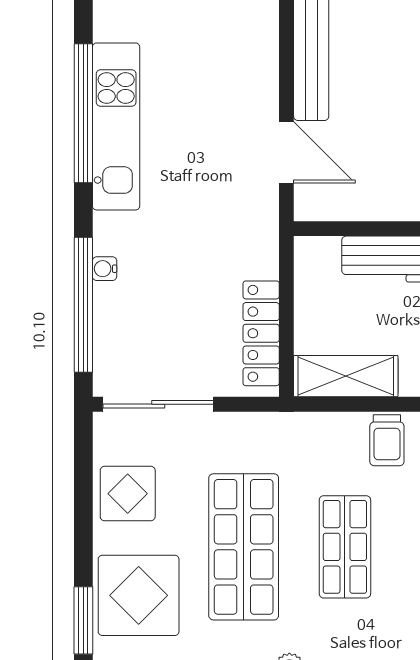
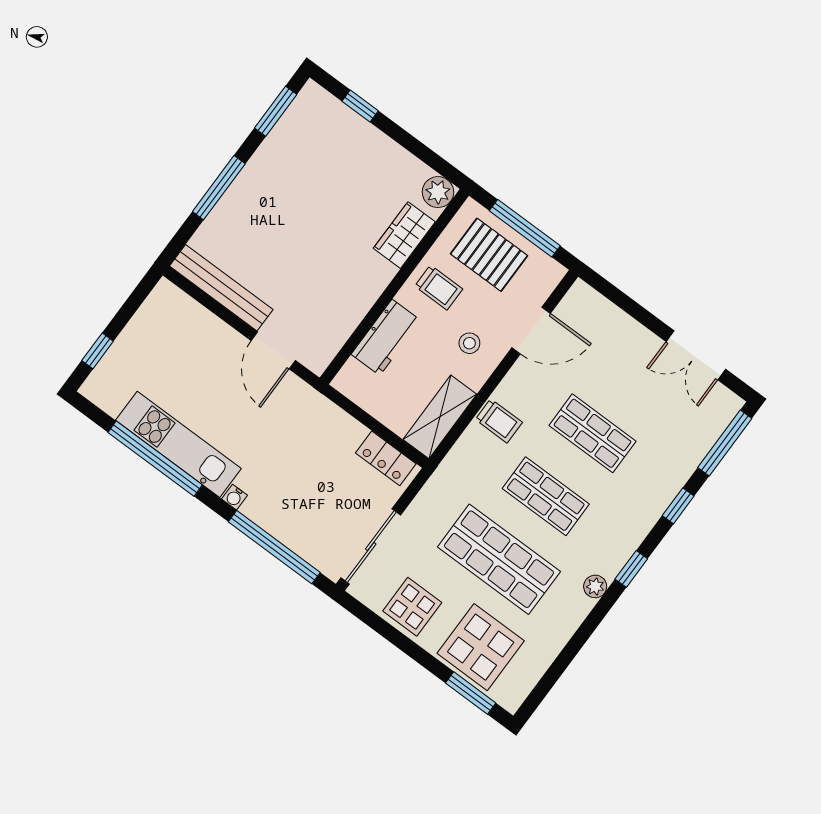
door: (286, 152) -> (273, 350), swing flipped
water cooler: (105, 269) -> (235, 497), moved
locker: (261, 333) -> (386, 458), width x0.66

